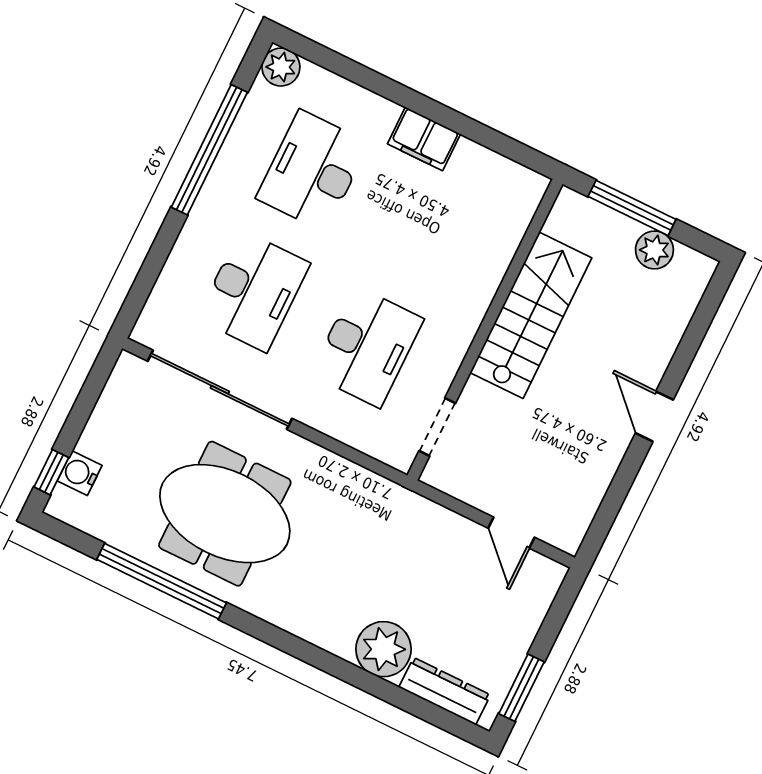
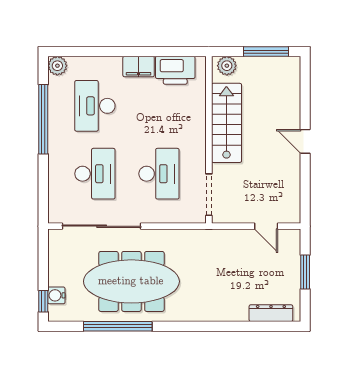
printer: (486, 177) -> (175, 70), added
window: (632, 208) -> (266, 52), moved
plant: (654, 250) -> (227, 66), moved
doorway: (437, 427) -> (209, 195), width x1.38
meeting table: (225, 514) -> (131, 281), width x1.36
plant: (383, 649) -> (234, 308), removed
window: (521, 688) -> (305, 272), moved

